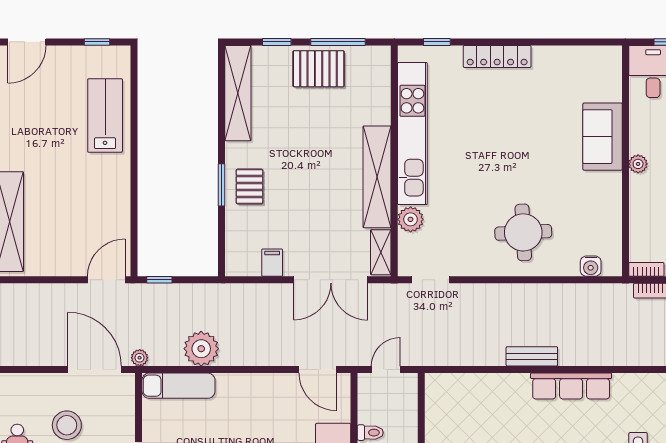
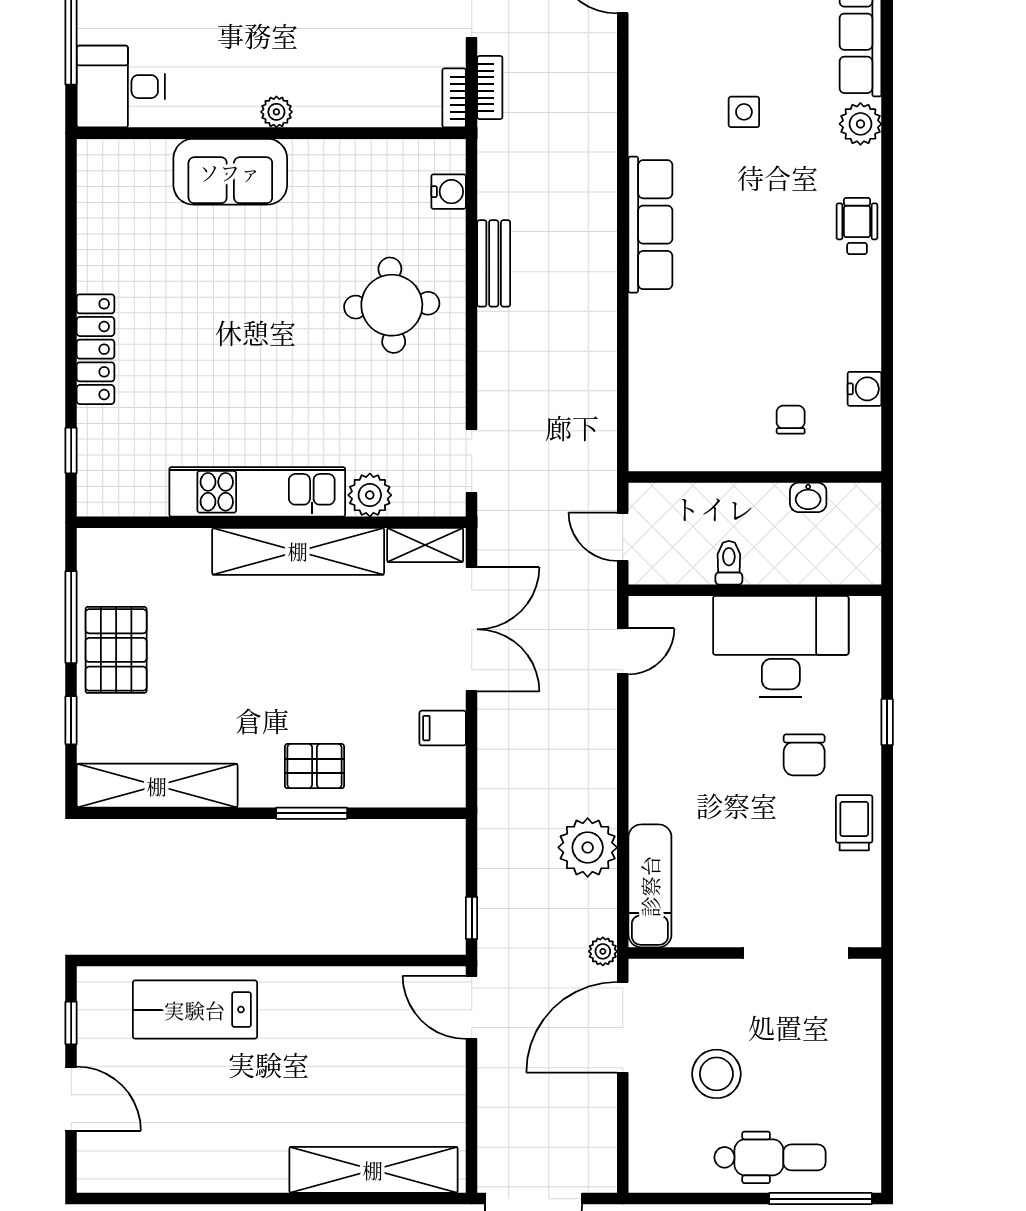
door: (27, 42) -> (71, 1099), moved
kitchen unit: (412, 134) -> (257, 492), width x0.73
bench: (532, 356) -> (494, 263), moved
door: (318, 370) -> (623, 651), width x0.73

